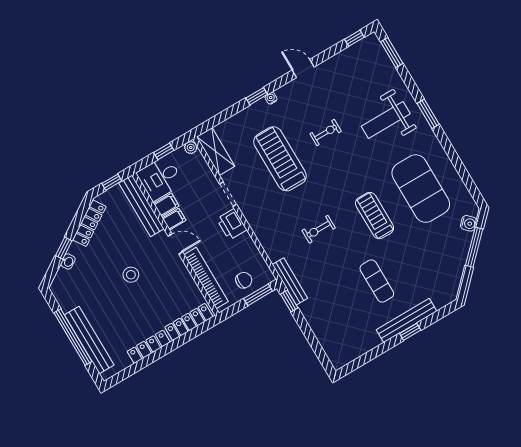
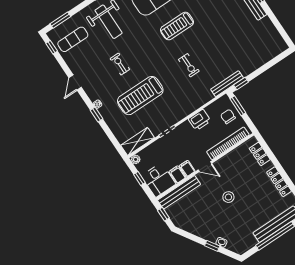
locker: (89, 223) -> (193, 229), removed
printer: (232, 224) -> (200, 120), moved
door: (175, 244) -> (205, 167), swing flipped
exercise mat: (377, 281) -> (73, 39), moved
locker: (189, 322) -> (260, 154), width x0.66

